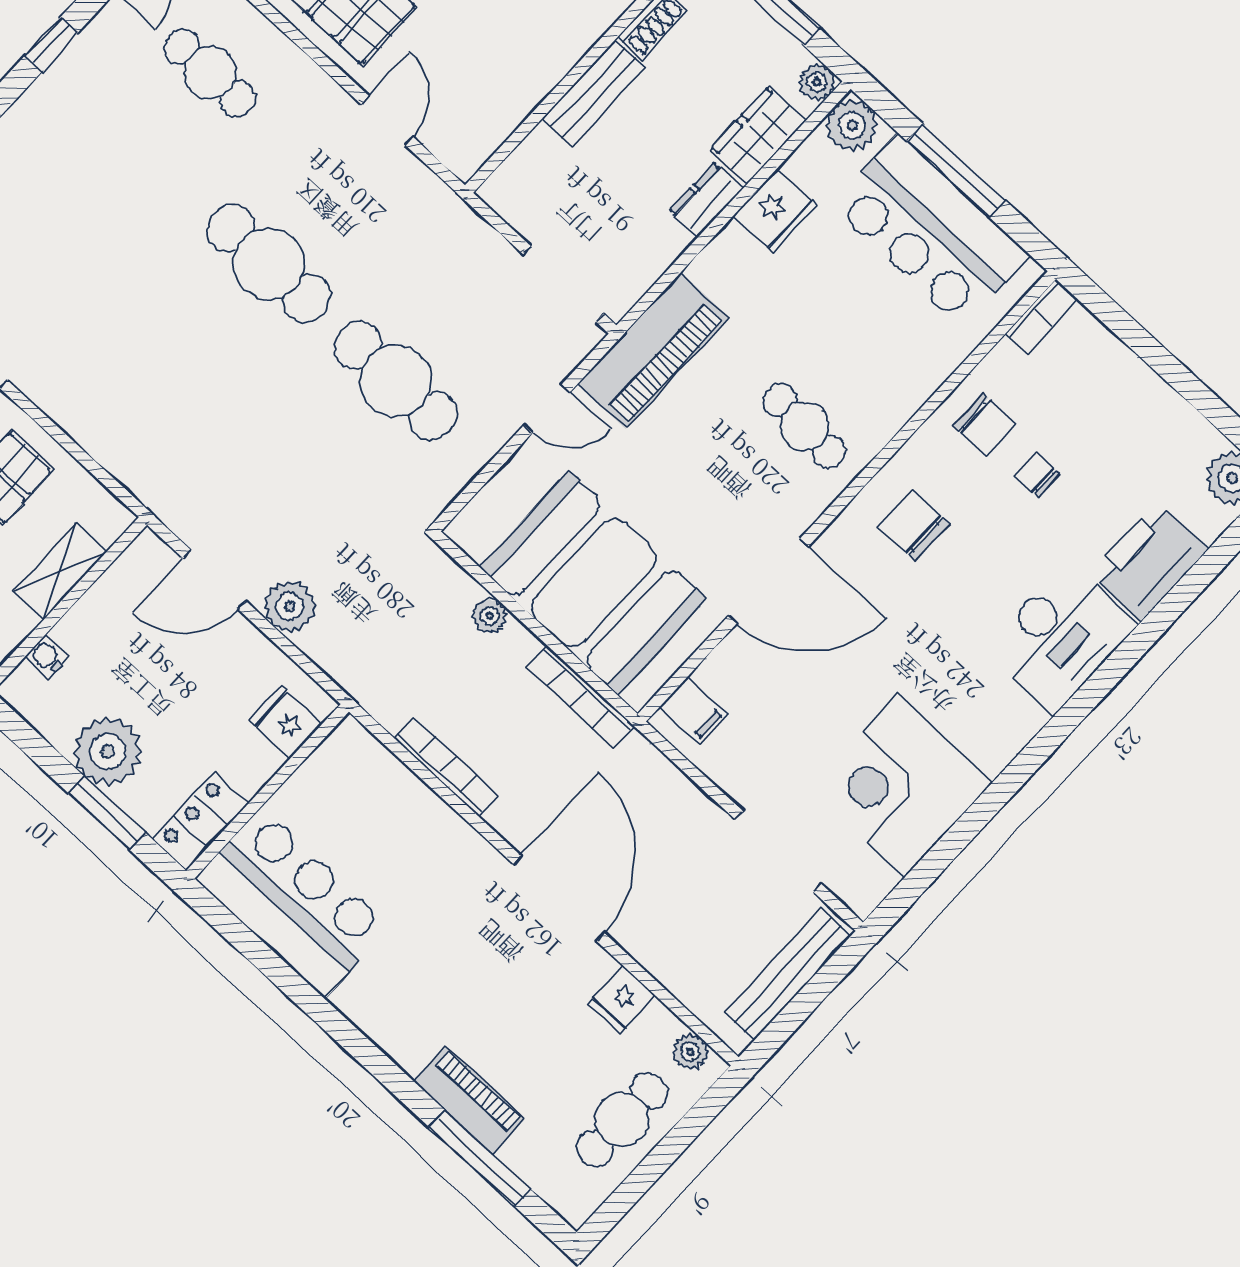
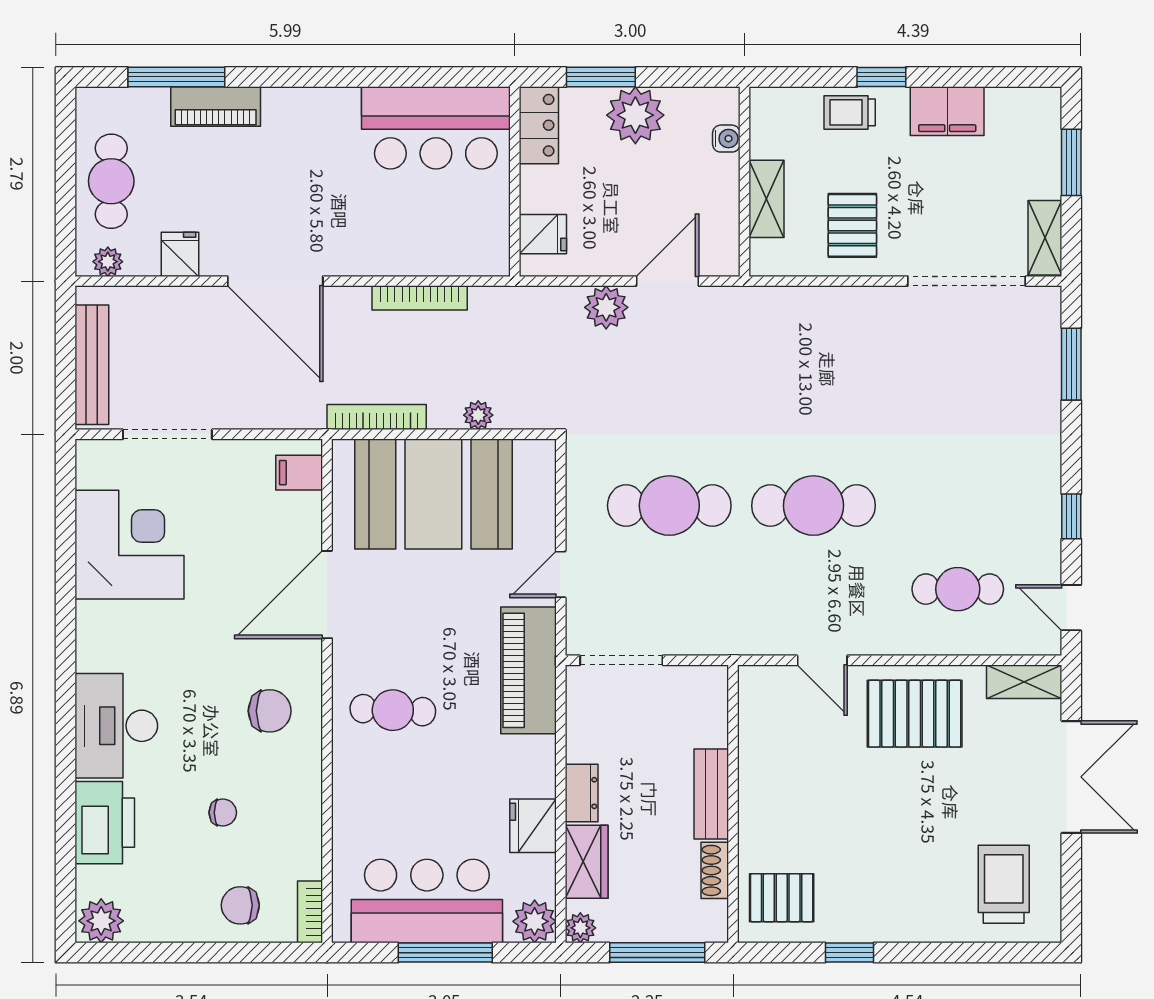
chair: (984, 425) -> (240, 905), moved

